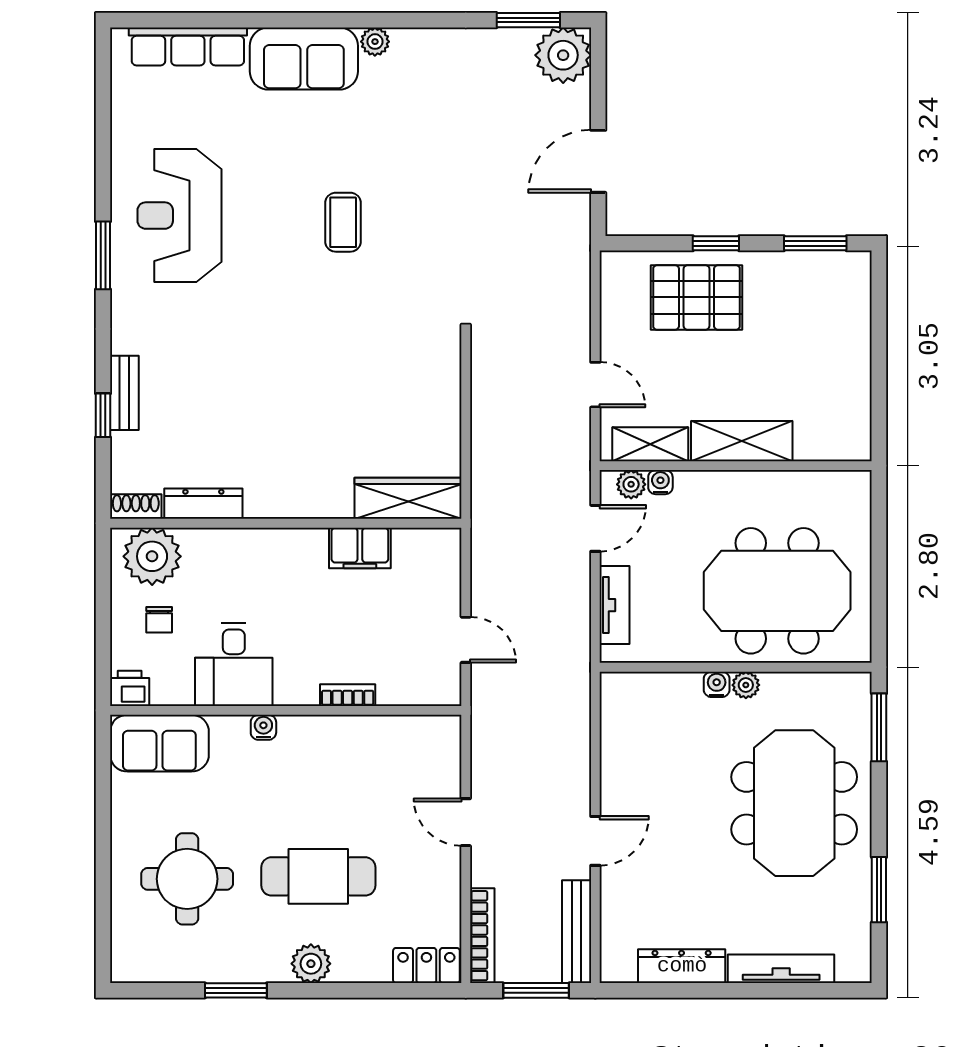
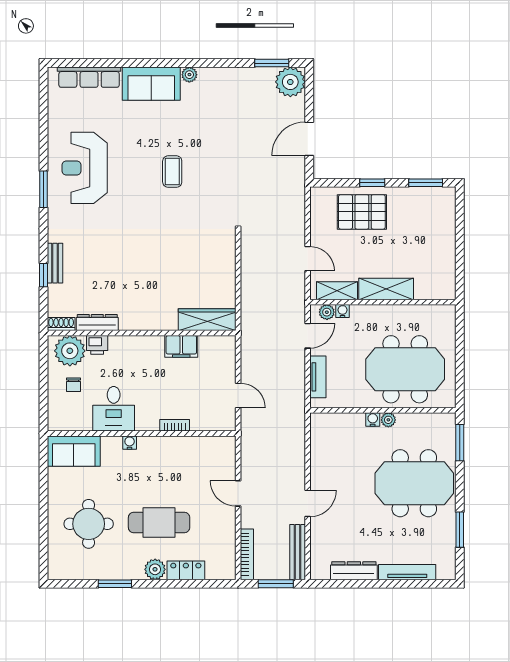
printer: (130, 688) -> (97, 345), moved, turned 180
meeting table: (794, 803) -> (414, 483), turned 90
locker: (426, 966) -> (186, 570), moved

